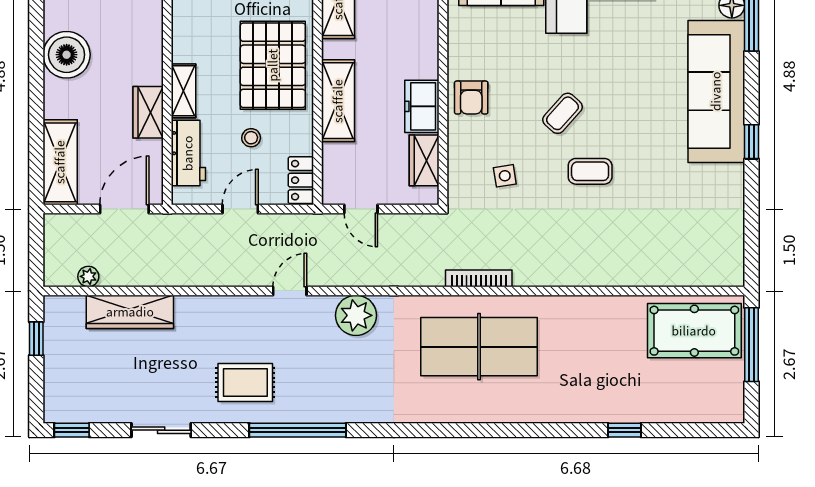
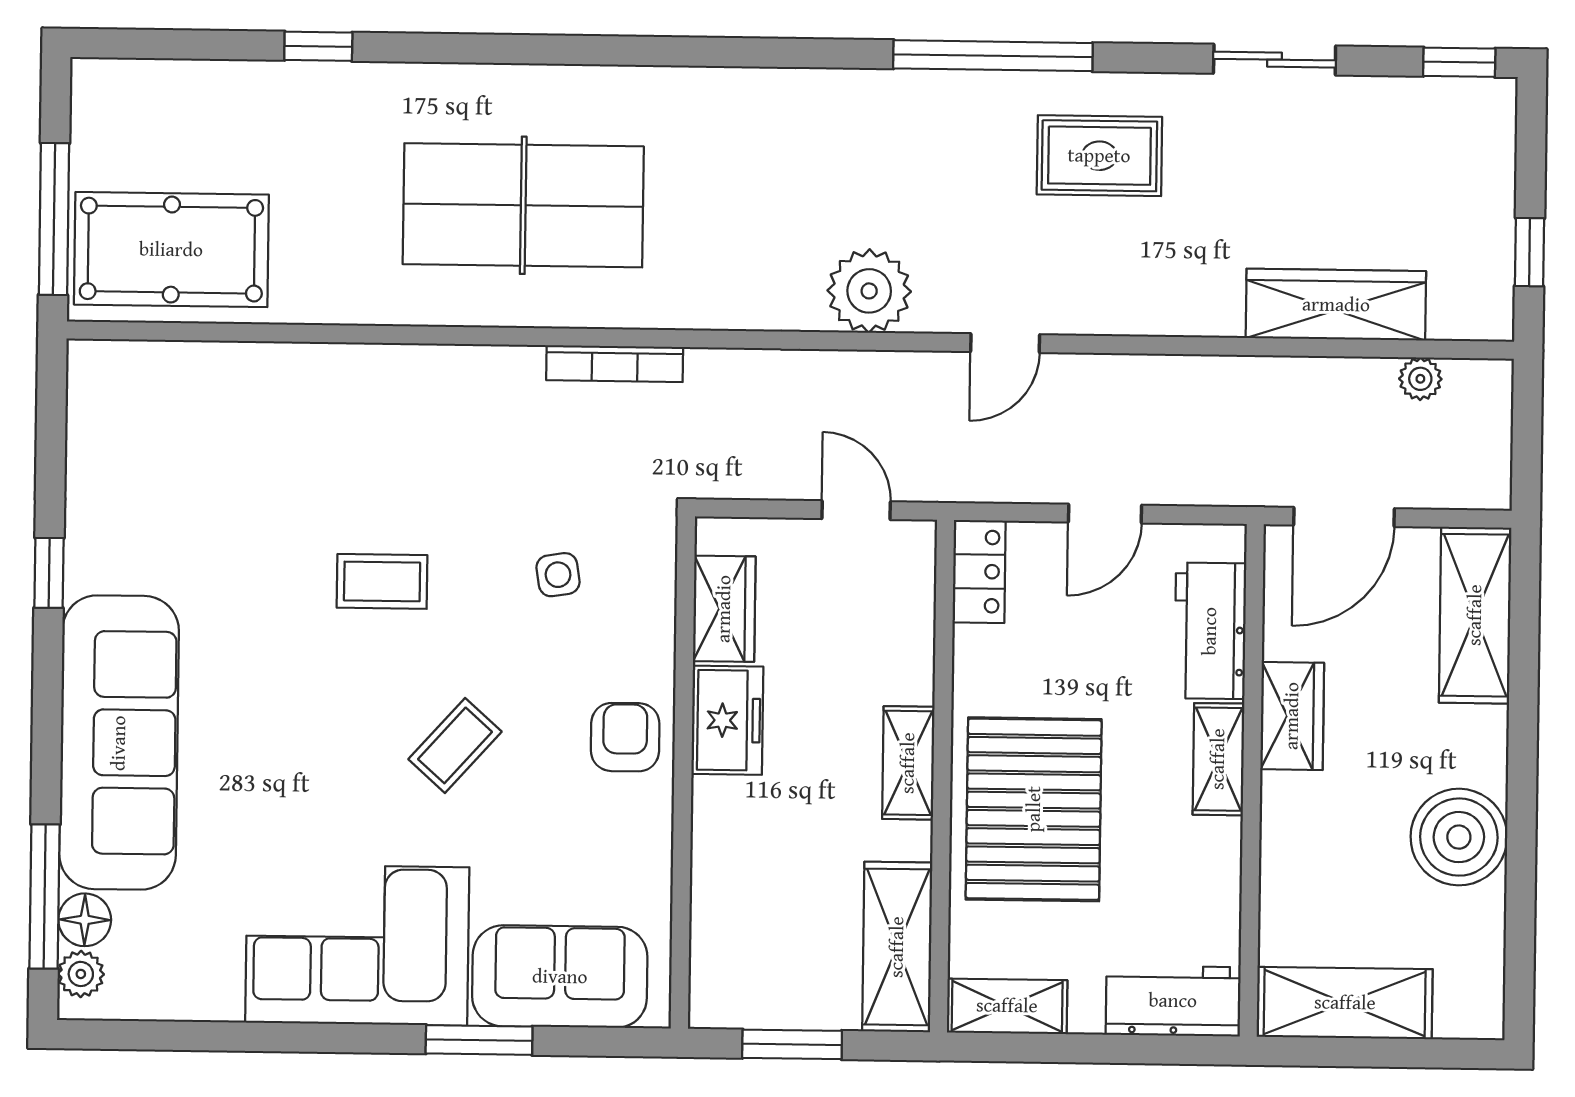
shelving: (338, 101) -> (908, 763), width x0.67, depth x0.75
coffee table: (563, 113) -> (455, 745), moved
stool: (251, 138) -> (1081, 660), removed
window: (751, 142) -> (49, 573), moved
table tennis table: (479, 347) -> (523, 205), moved

